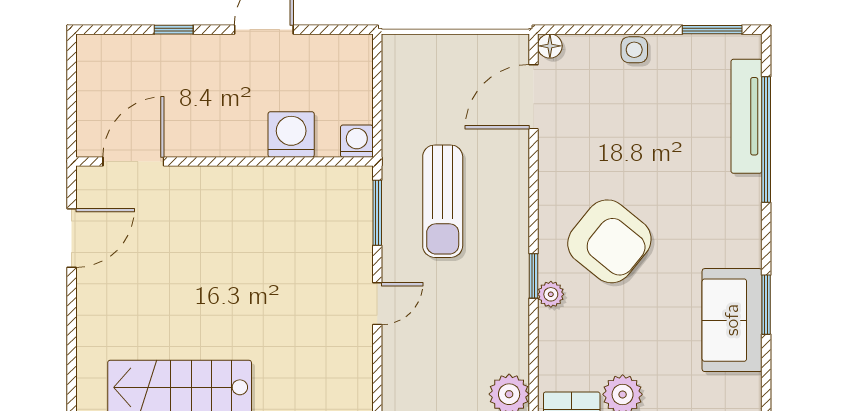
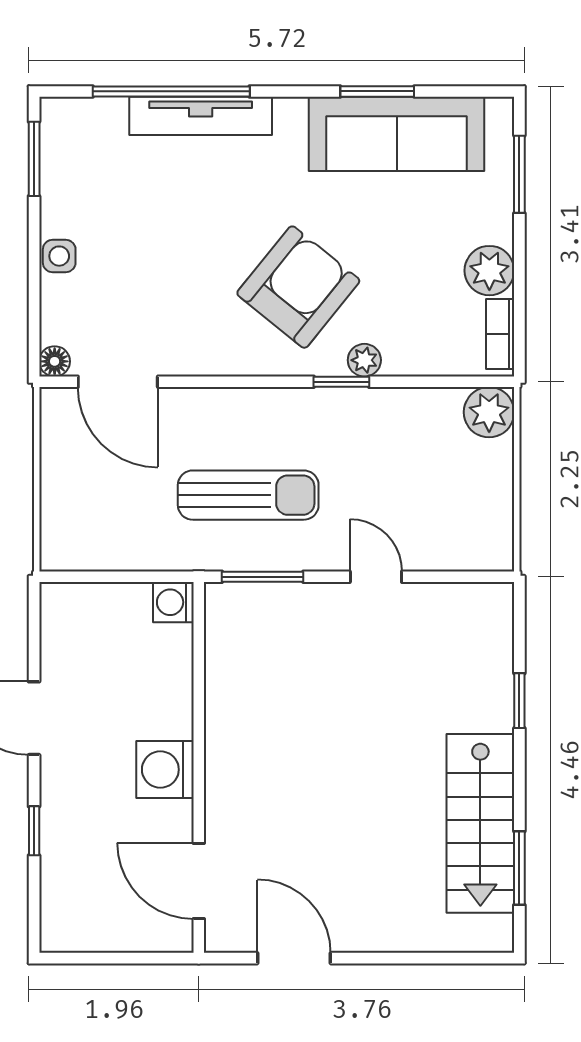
tv unit: (746, 116) -> (201, 116), moved
washing machine: (291, 134) -> (165, 770), moved
sofa: (732, 320) -> (397, 134), width x1.36

